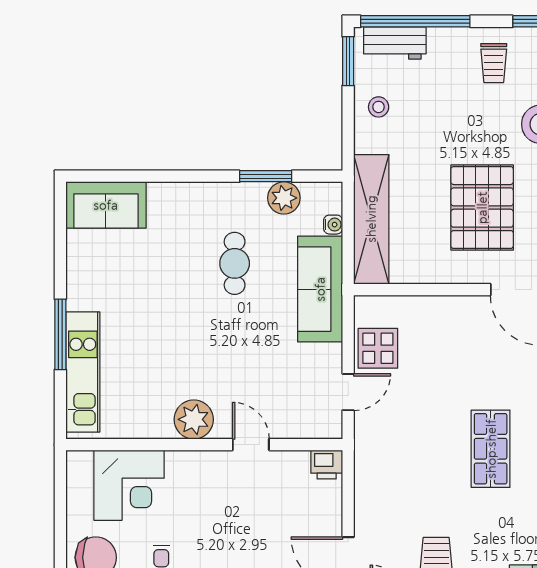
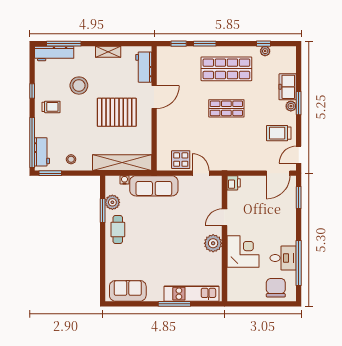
sofa: (106, 205) -> (128, 291), moved, turned -90
cafe table: (235, 263) -> (118, 230), moved, turned 90
corner desk: (129, 485) -> (243, 251), moved

